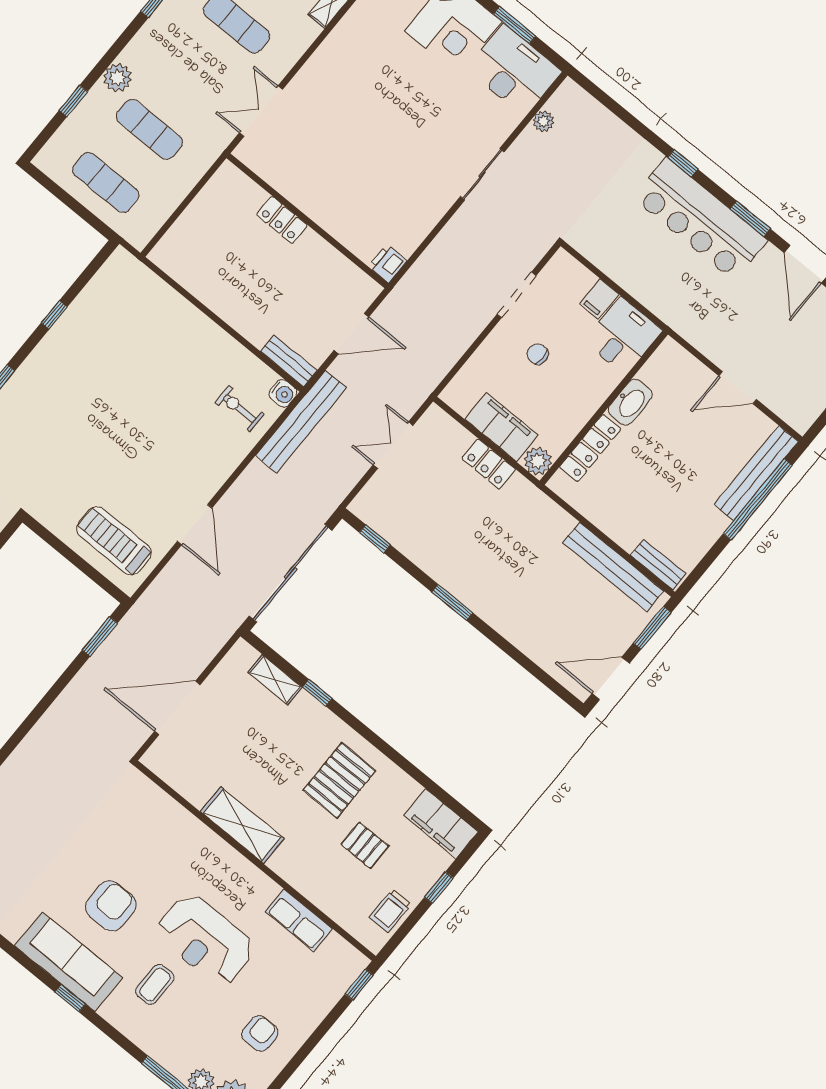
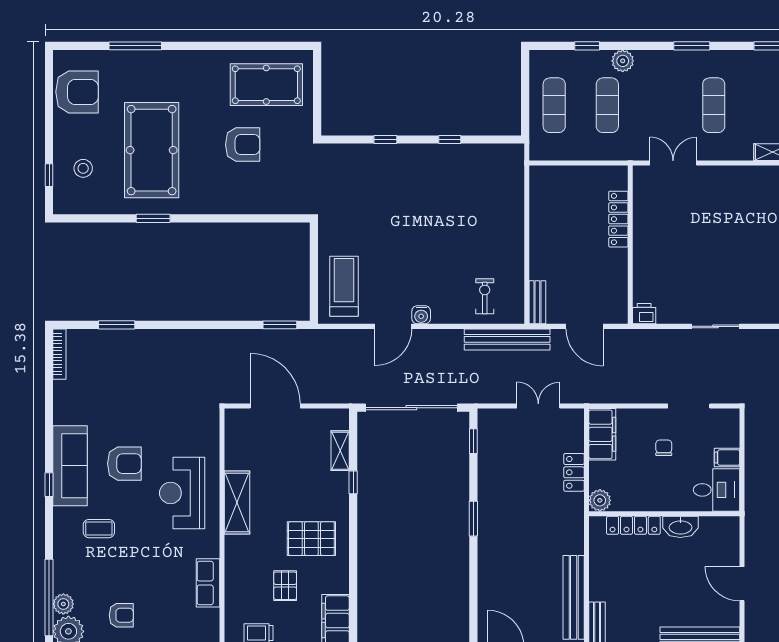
sliding door: (482, 174) -> (715, 326), moved
locker: (282, 220) -> (618, 219), width x1.53
water cooler: (283, 393) -> (421, 315), moved
filing cabinet: (501, 427) -> (602, 434), moved
reception desk: (205, 940) -> (182, 493), moved

